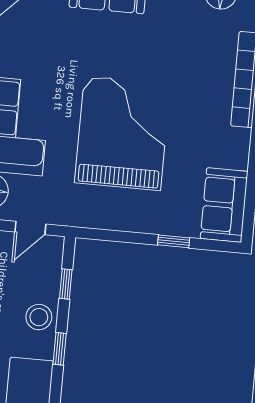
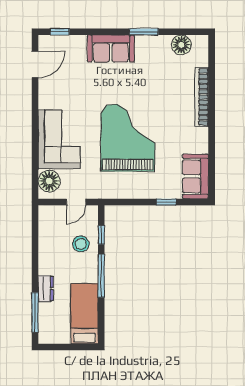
stool: (39, 317) -> (81, 244), moved
window: (60, 349) -> (101, 276), width x2.17

